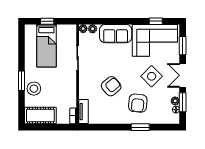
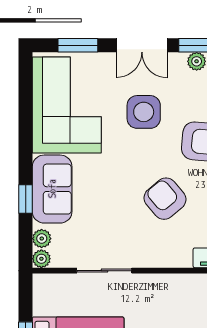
window: (156, 21) -> (26, 199), moved
side table: (152, 76) -> (144, 112), turned 45

